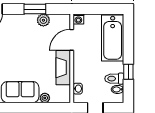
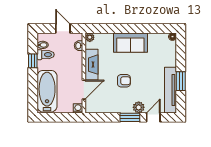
window: (35, 9) -> (130, 117), moved
plant: (43, 20) -> (139, 107), moved
armchair: (27, 50) -> (124, 81), added
plant: (45, 98) -> (90, 37), moved

